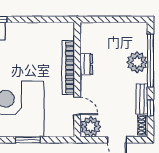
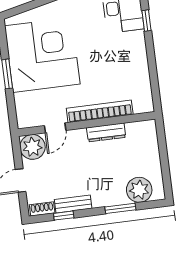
window: (150, 61) -> (120, 208), width x0.47
plant: (137, 62) -> (139, 190), moved
dresser: (86, 64) -> (106, 132), width x1.44

